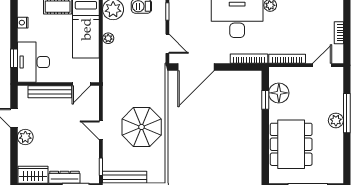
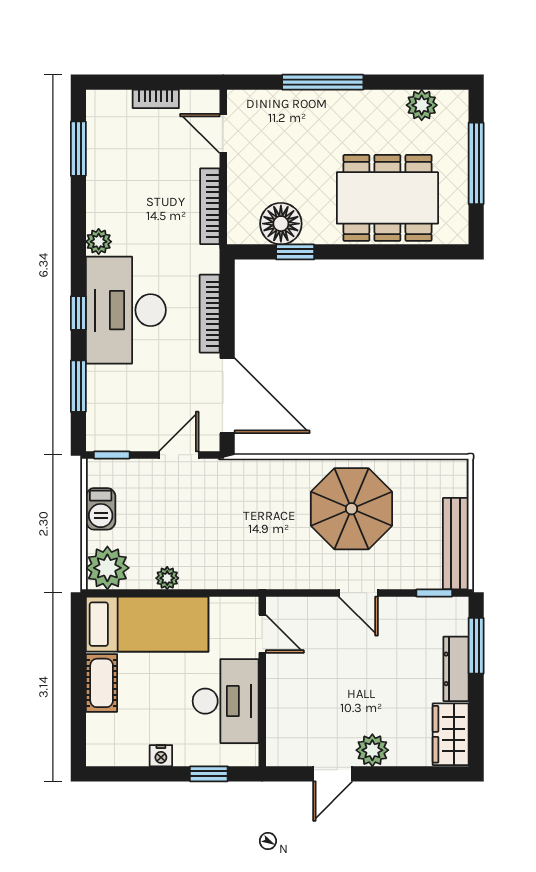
nightstand: (23, 23) -> (161, 756), moved
bookcase: (249, 59) -> (210, 314), moved
desk: (33, 62) -> (226, 701), moved, turned -90
bench: (50, 92) -> (278, 699), removed
plant: (336, 120) -> (422, 105), moved
door: (101, 130) -> (358, 593), hinge flipped

